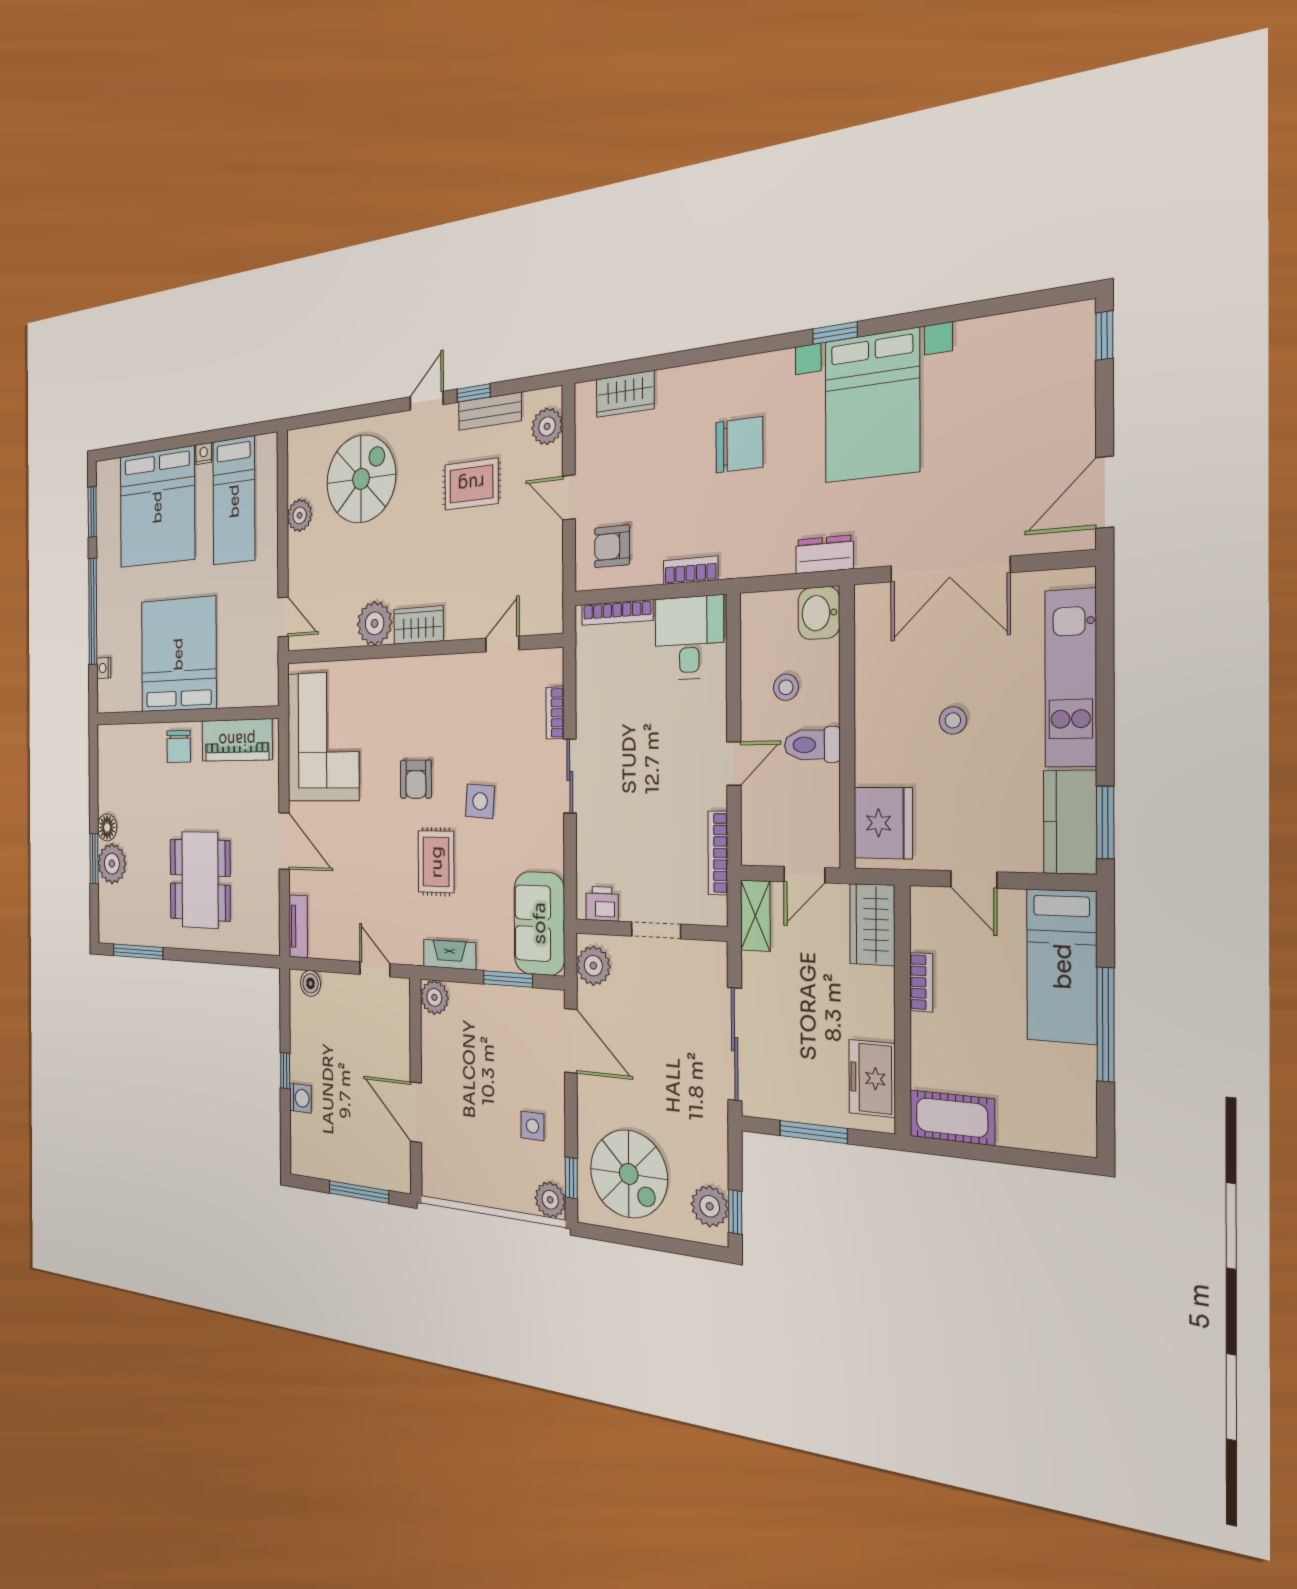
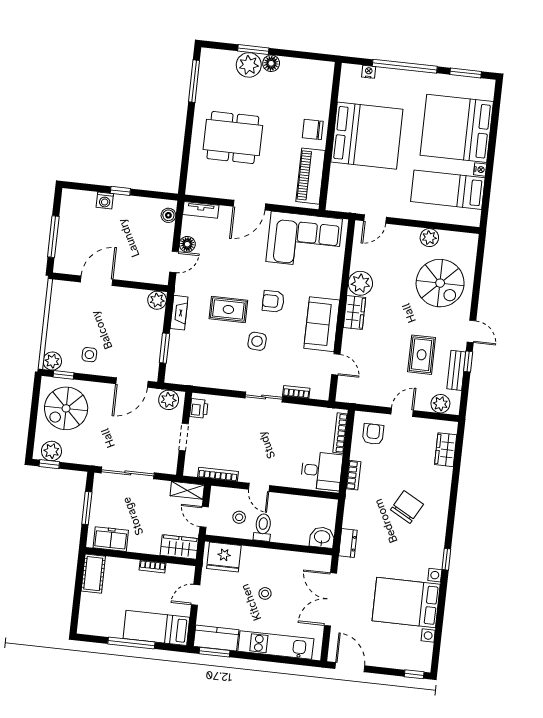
bed with nightstands: (872, 406) -> (406, 603), moved
chair: (739, 445) -> (407, 507), turned -151
stool: (786, 687) -> (239, 517), moved
sofa: (539, 923) -> (322, 324), moved, turned -90
floor lamp: (347, 947) -> (187, 244), added

